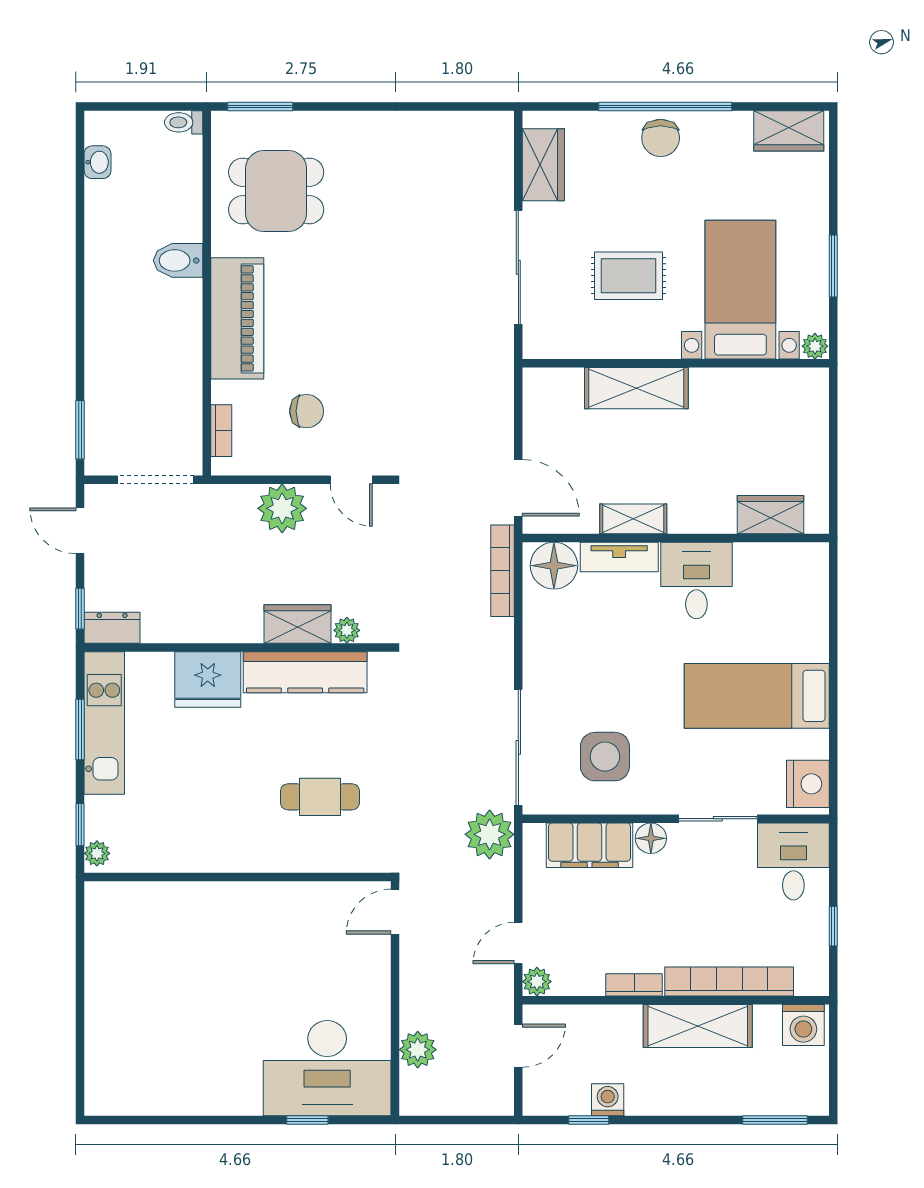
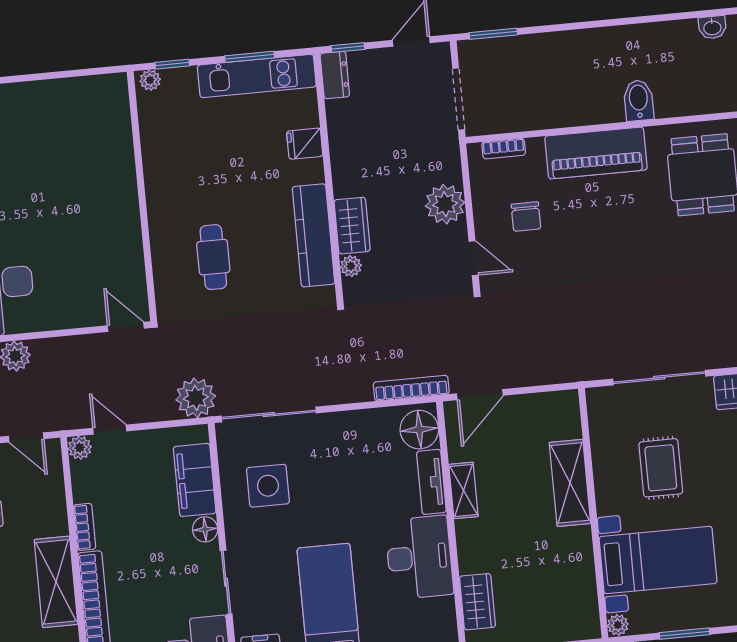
door: (351, 480) -> (474, 258), swing flipped
desk: (696, 580) -> (419, 557), width x1.37
fridge: (208, 679) -> (305, 144), width x0.53, depth x0.75

